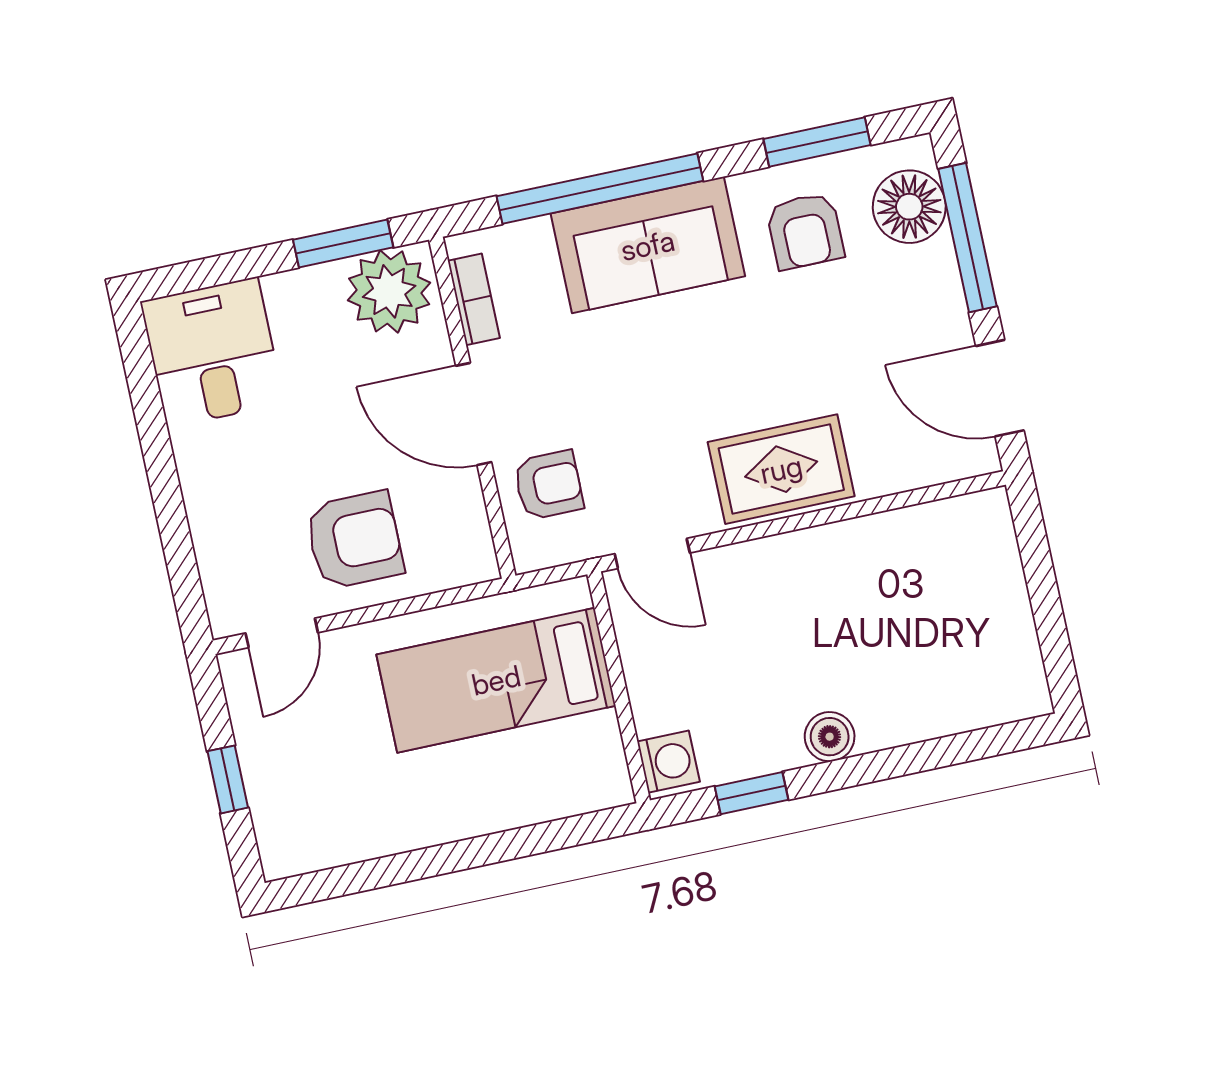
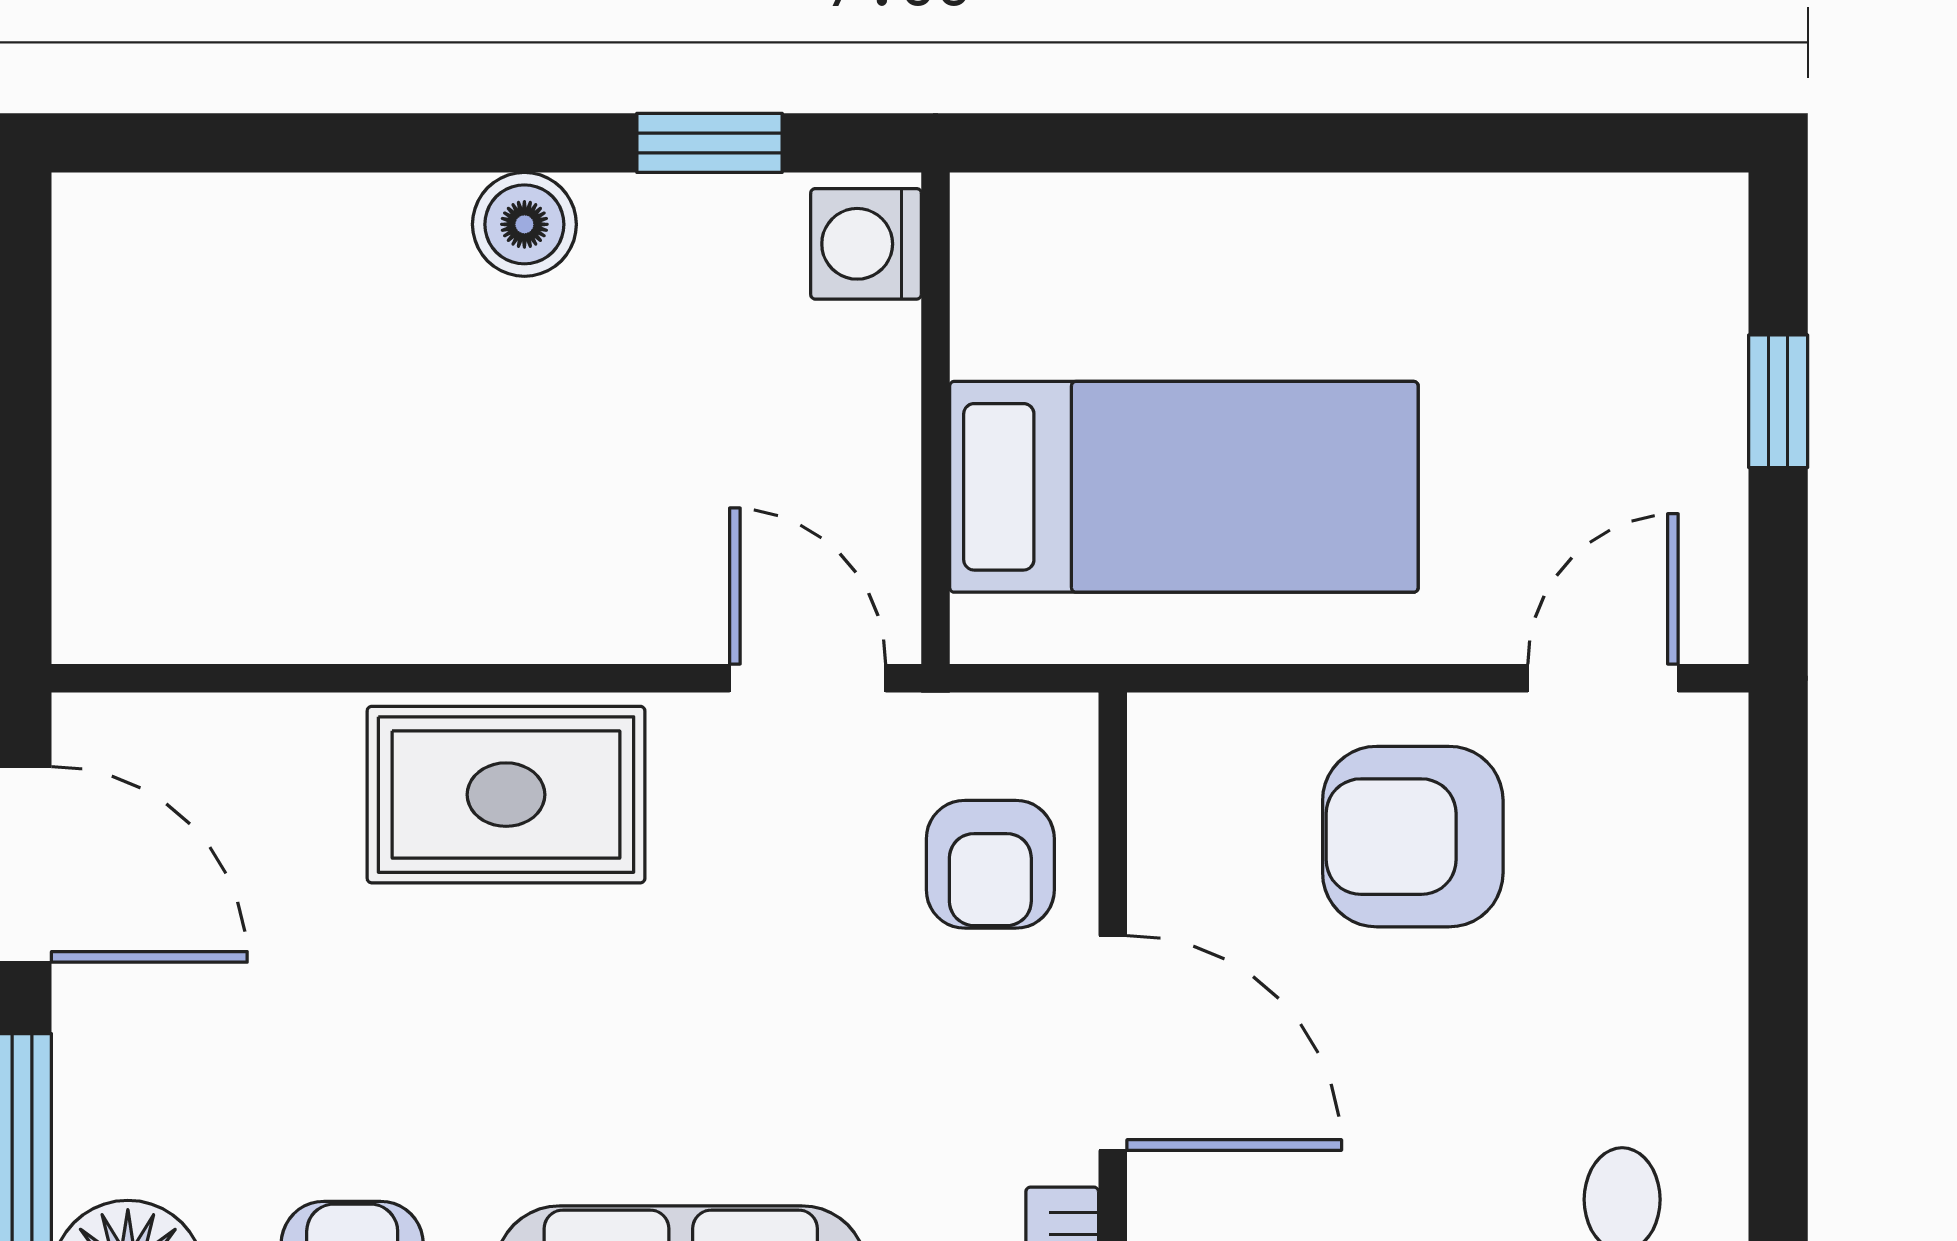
armchair: (549, 485) -> (990, 864), turned -90

